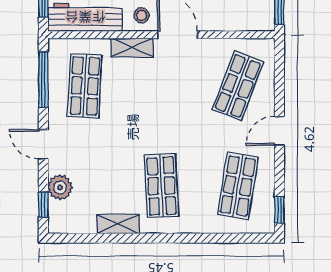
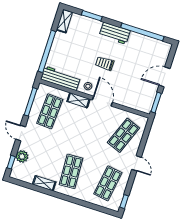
door: (279, 131) -> (136, 163), swing flipped

